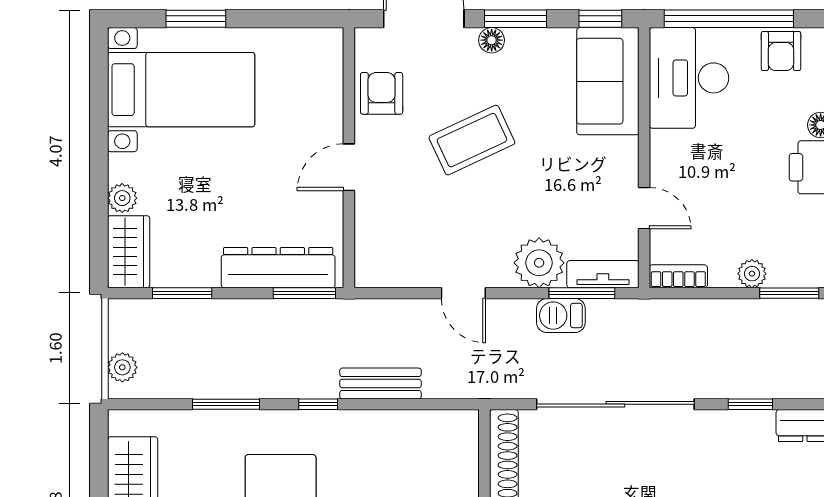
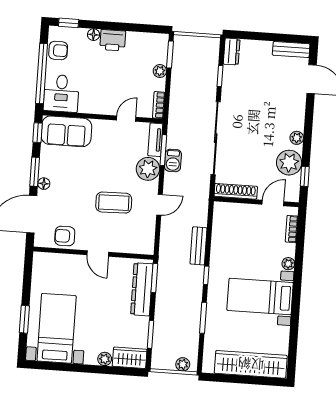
desk: (689, 78) -> (61, 93), width x0.73
coffee table: (472, 140) -> (114, 203), moved, turned -66

